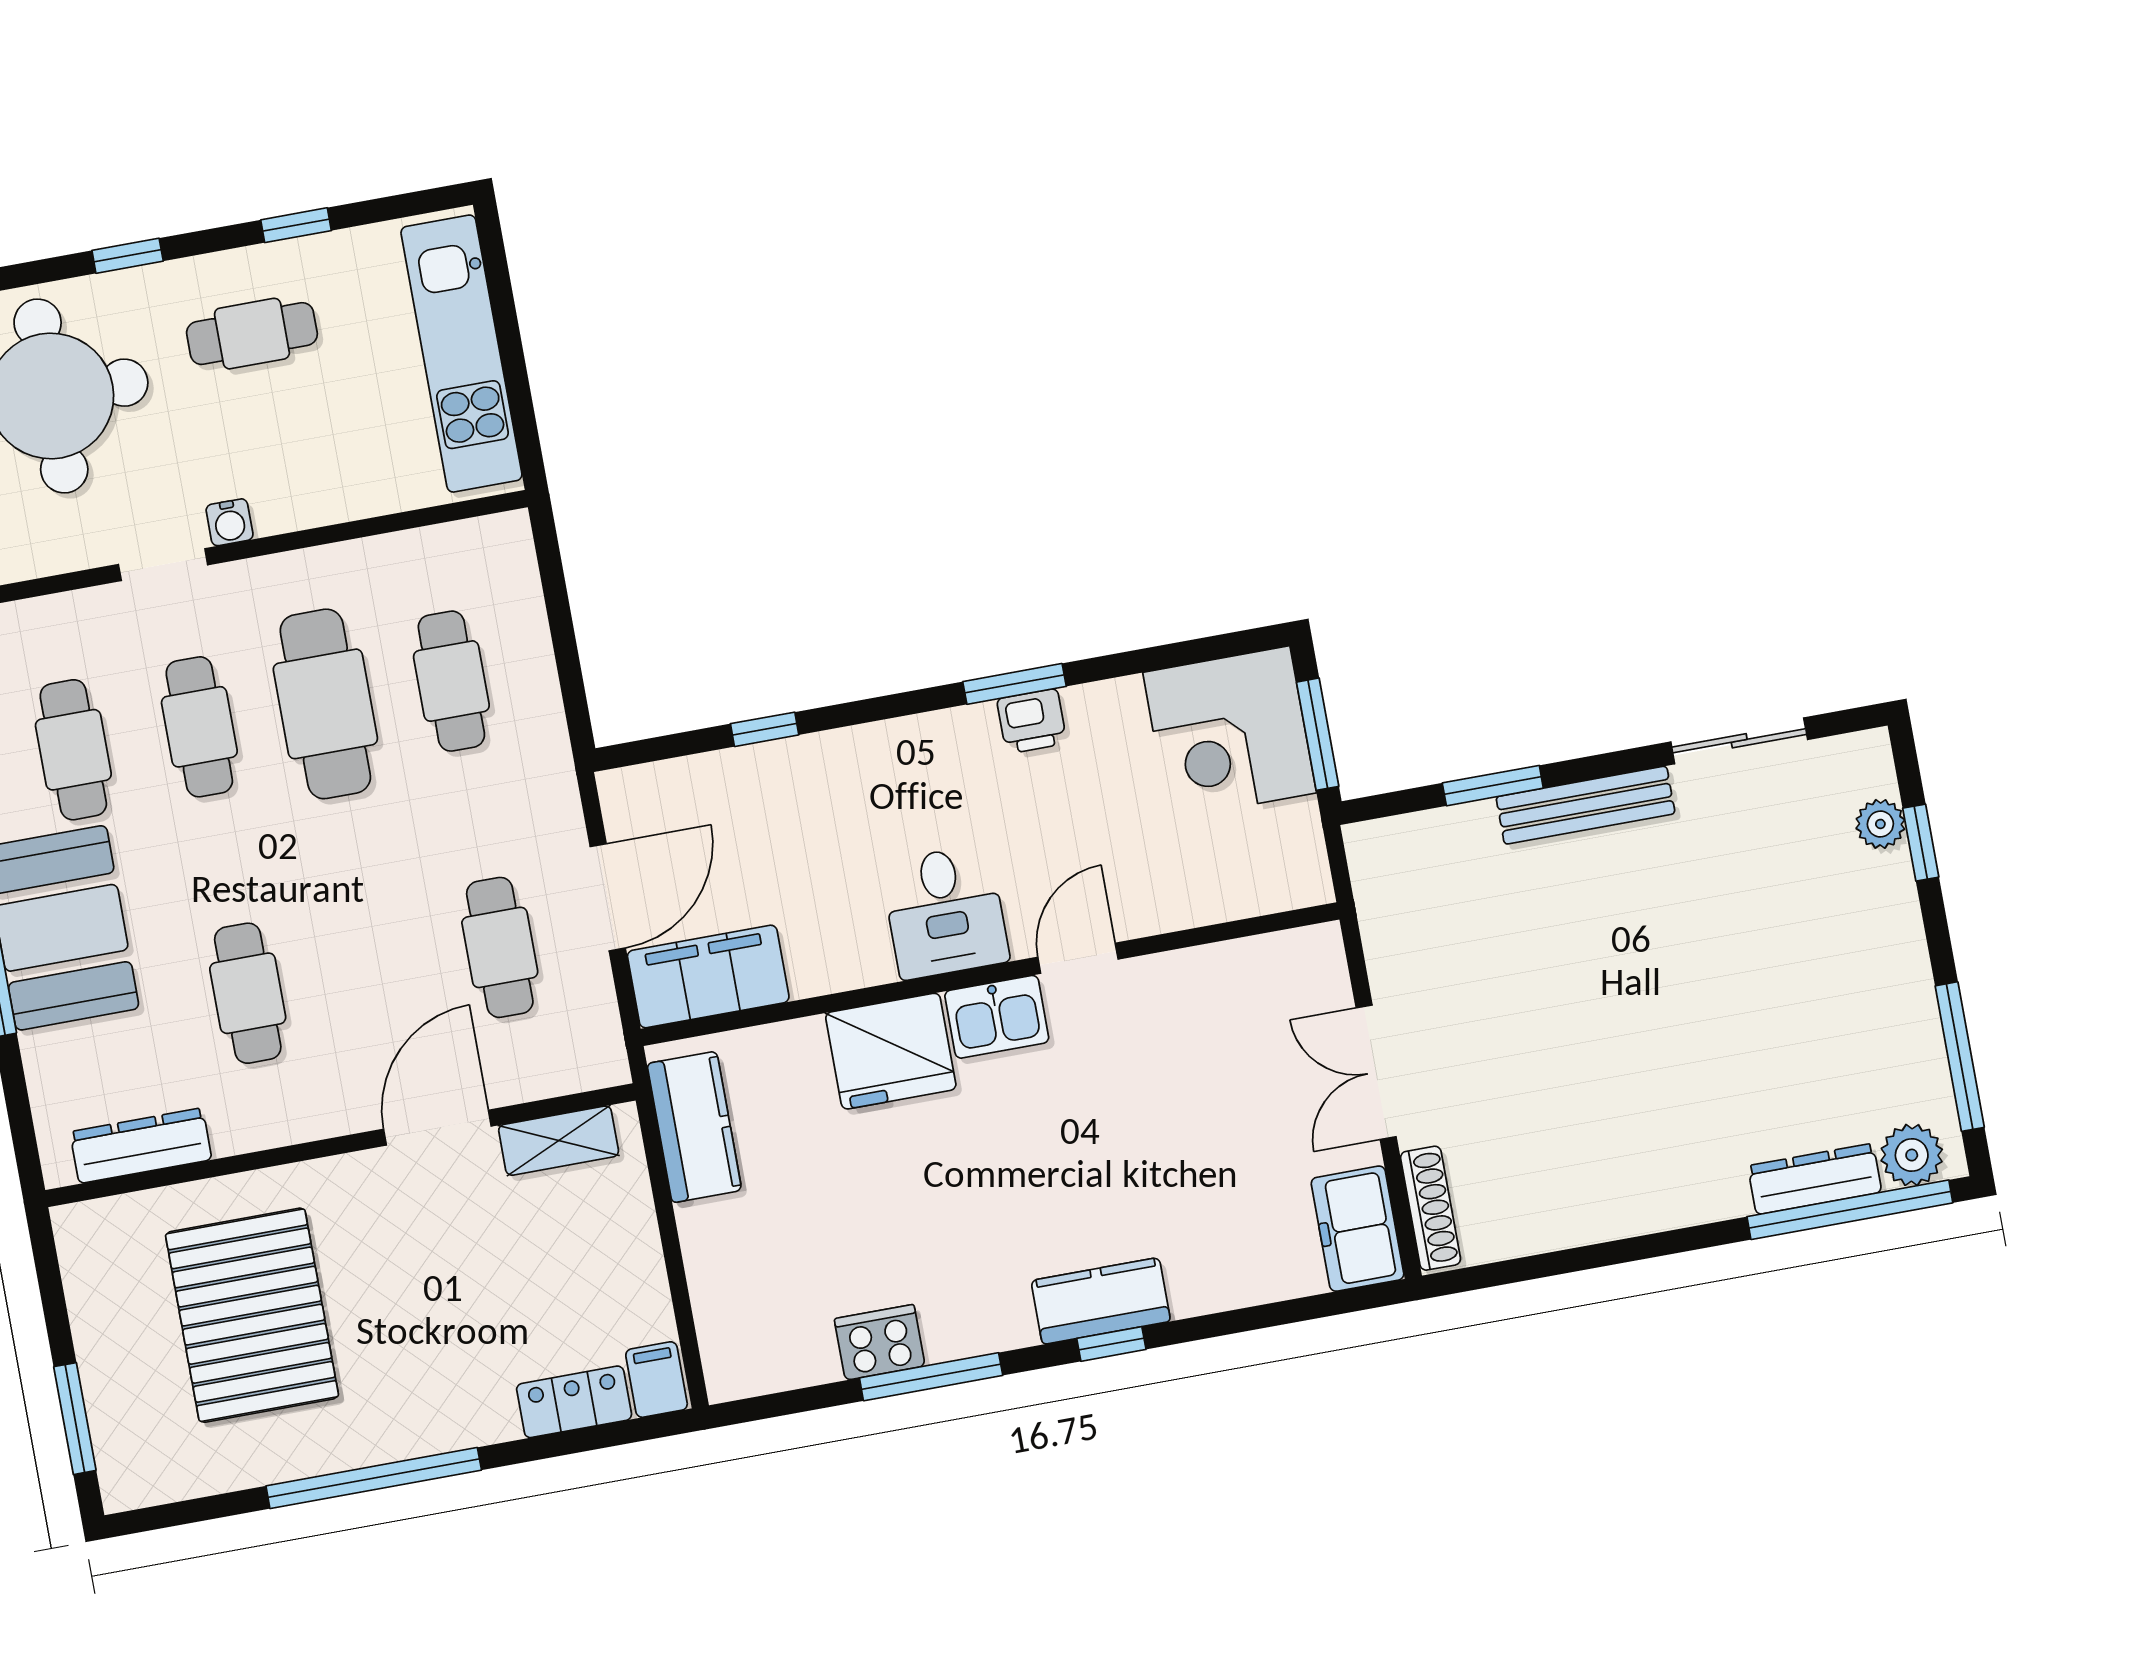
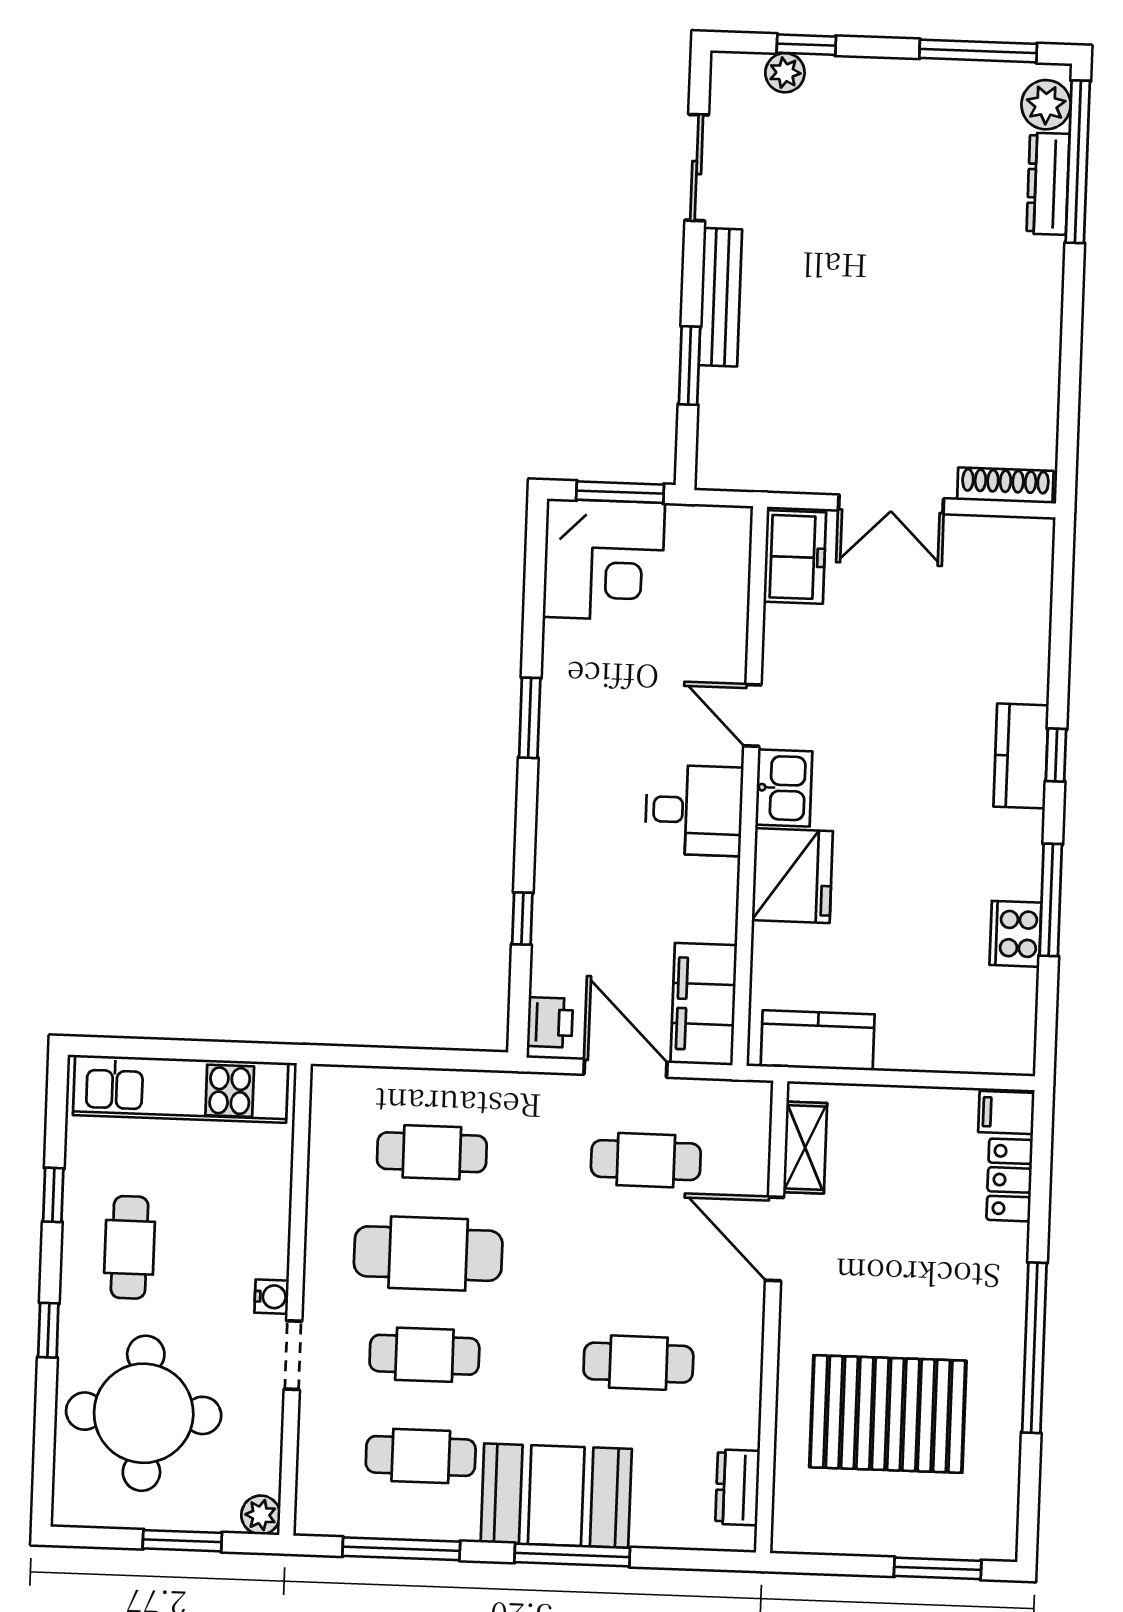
printer: (1032, 721) -> (550, 1022), moved
dresser: (141, 1146) -> (737, 1487), width x0.70
freezer: (1358, 1229) -> (795, 557), moved, turned -90

